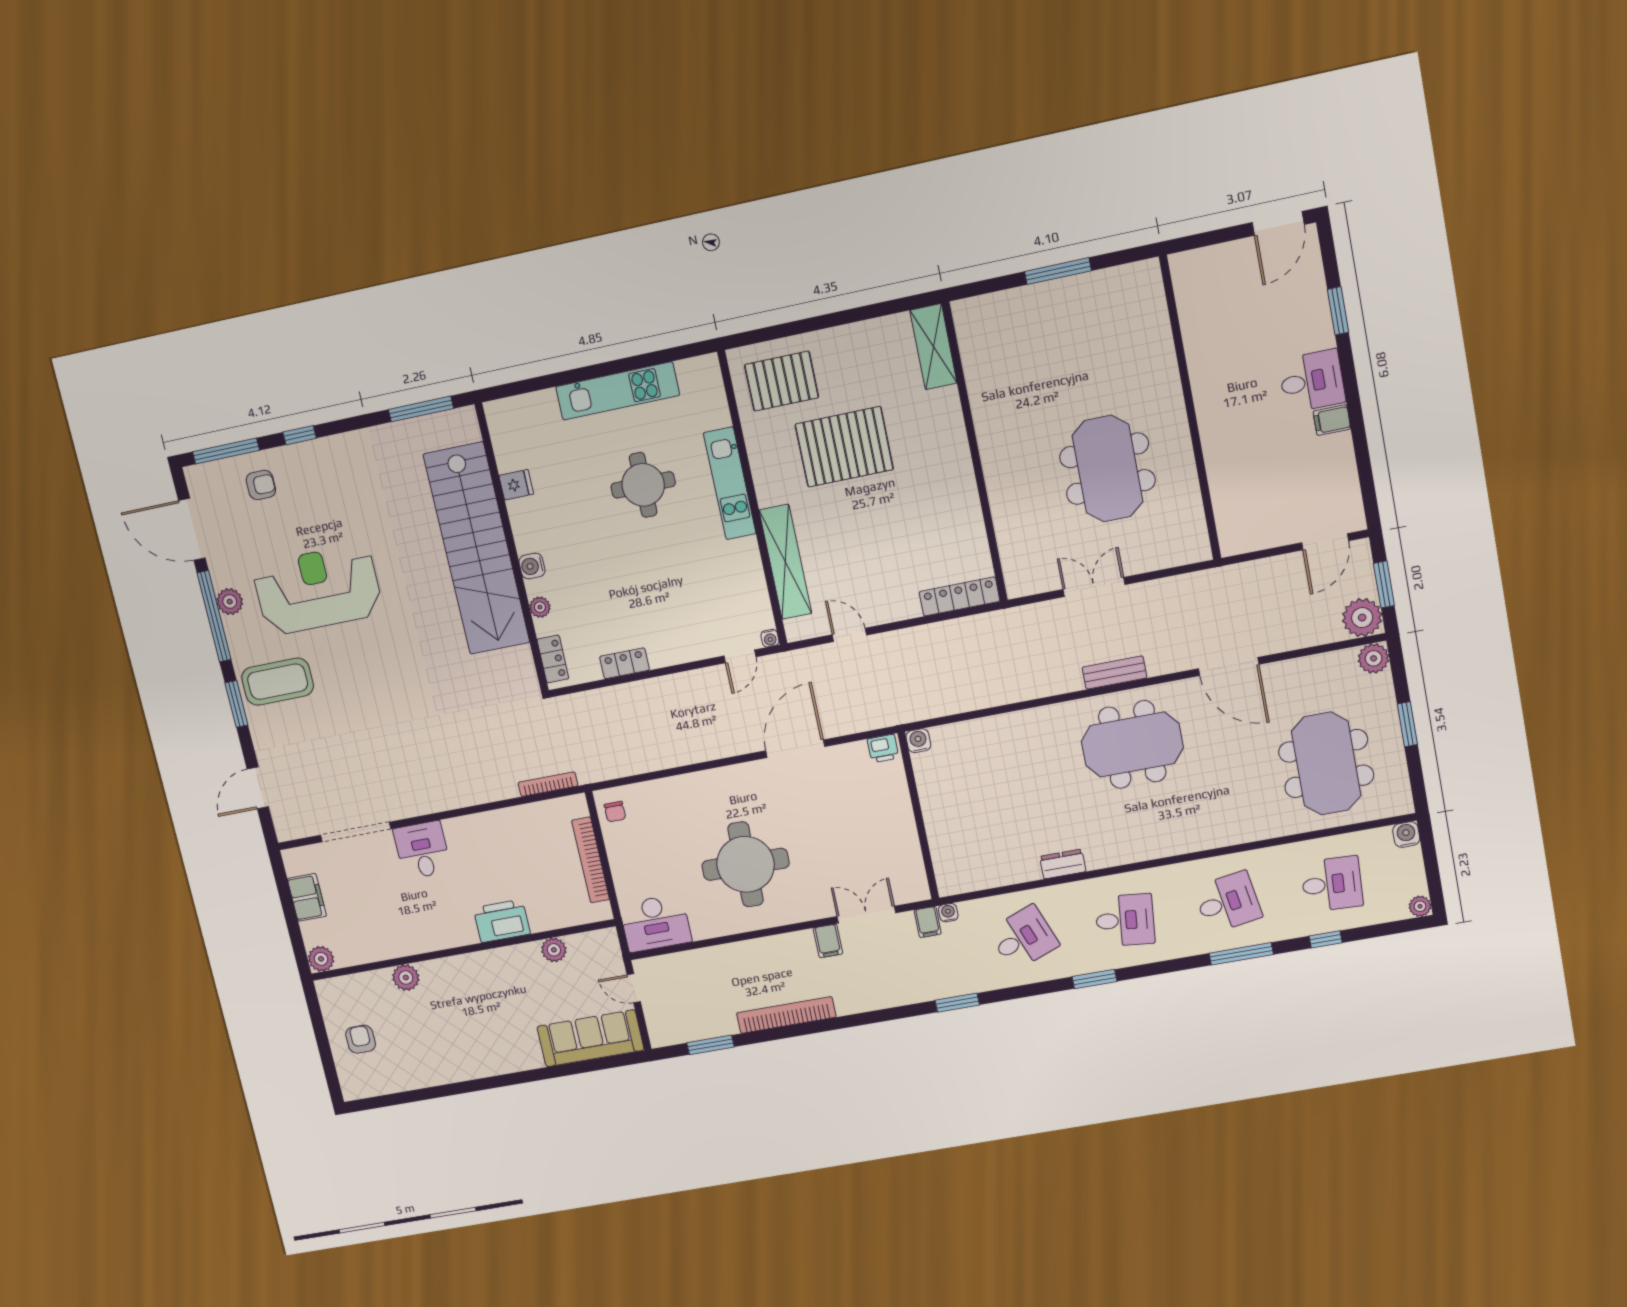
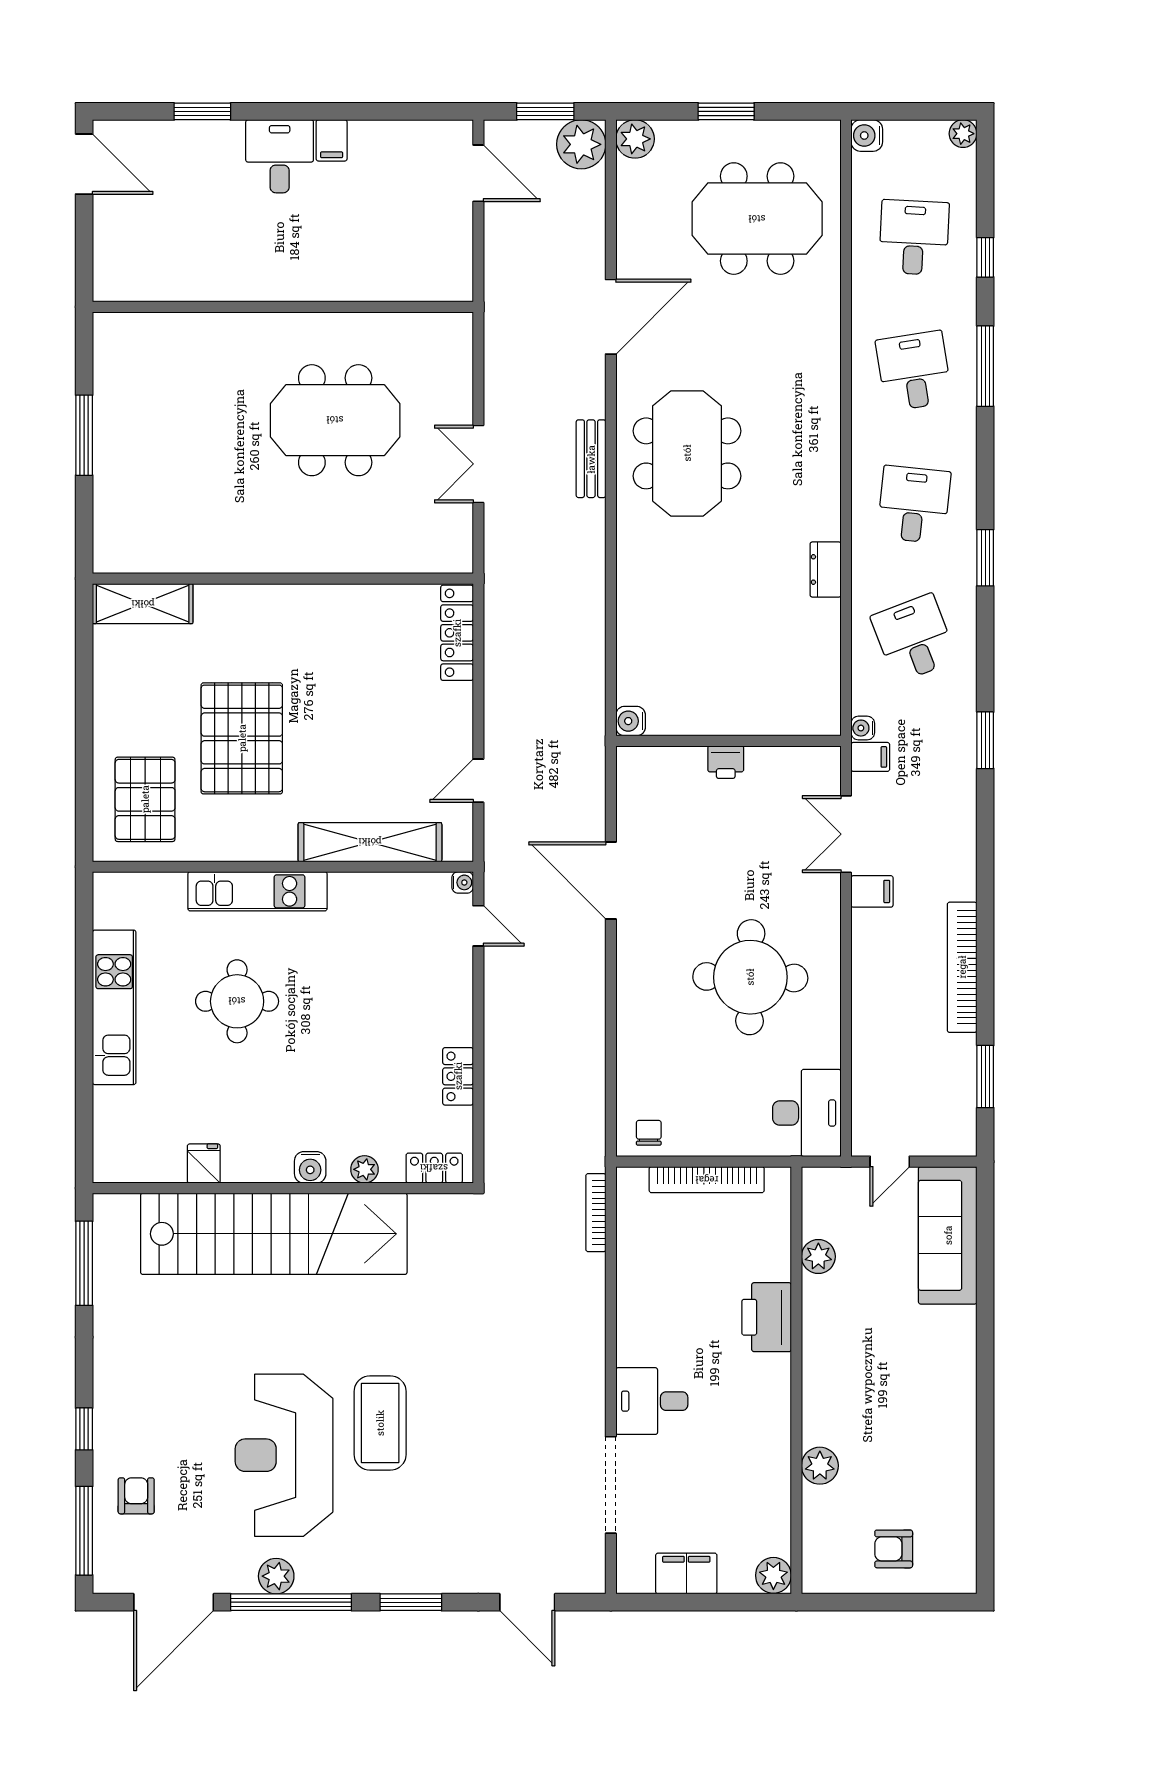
coffee table: (278, 682) -> (380, 1423), moved
printer: (883, 749) -> (726, 762), moved, turned 90
chair: (615, 812) -> (649, 1133), turned -90

